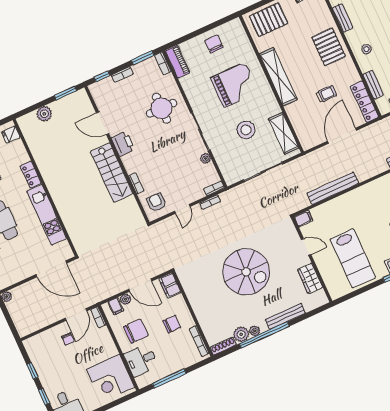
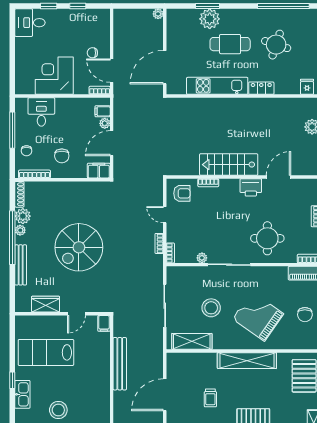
chair: (214, 44) -> (305, 315), turned 90
grand piano: (235, 85) -> (258, 316), turned 125
door: (342, 136) -> (165, 395), swing flipped
chair: (136, 331) -> (27, 151), moved, width x0.54, depth x0.54
corner desk: (110, 378) -> (54, 76), moved

